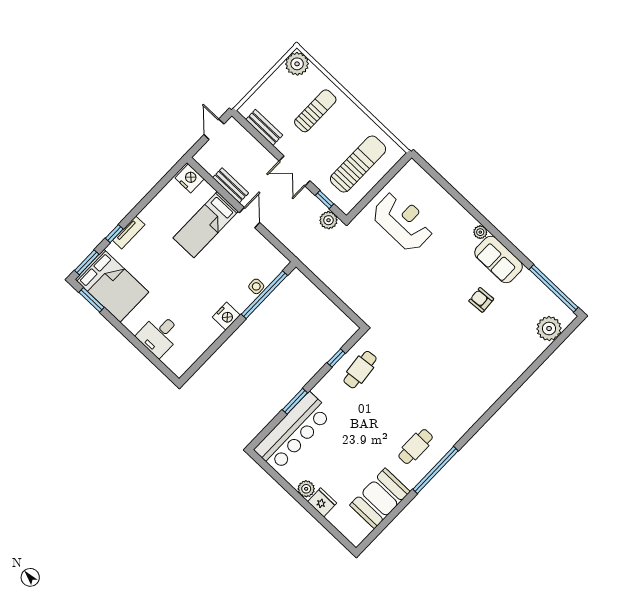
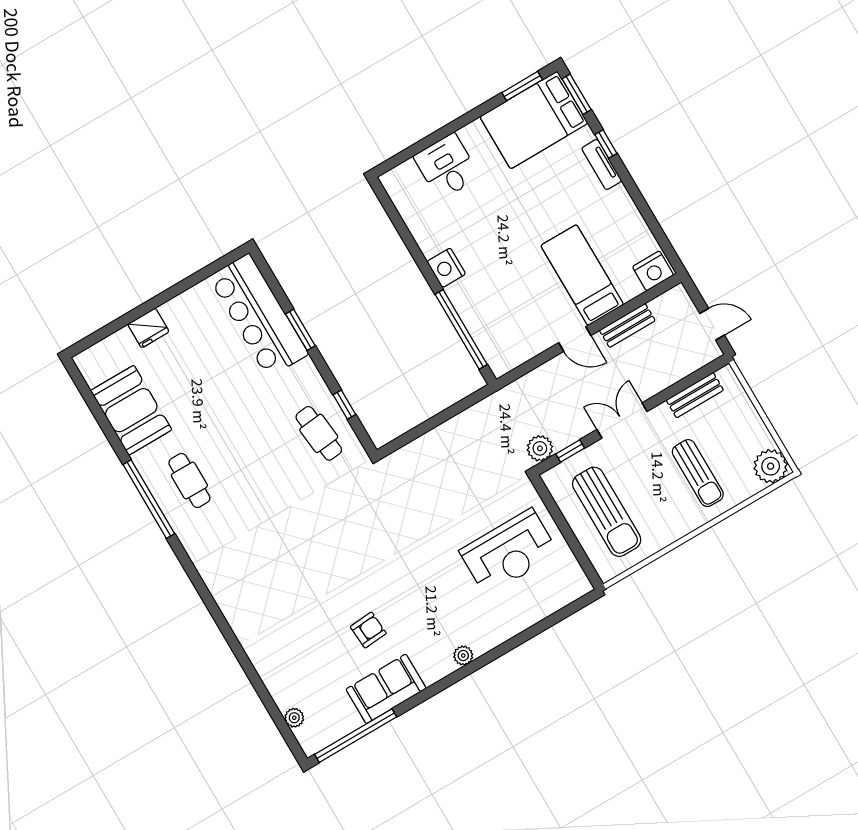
sofa: (499, 260) -> (386, 689), moved
side table: (256, 286) -> (476, 321), removed
plant: (549, 329) -> (294, 718), width x0.53, depth x0.53
plant: (306, 489) -> (174, 311), removed

